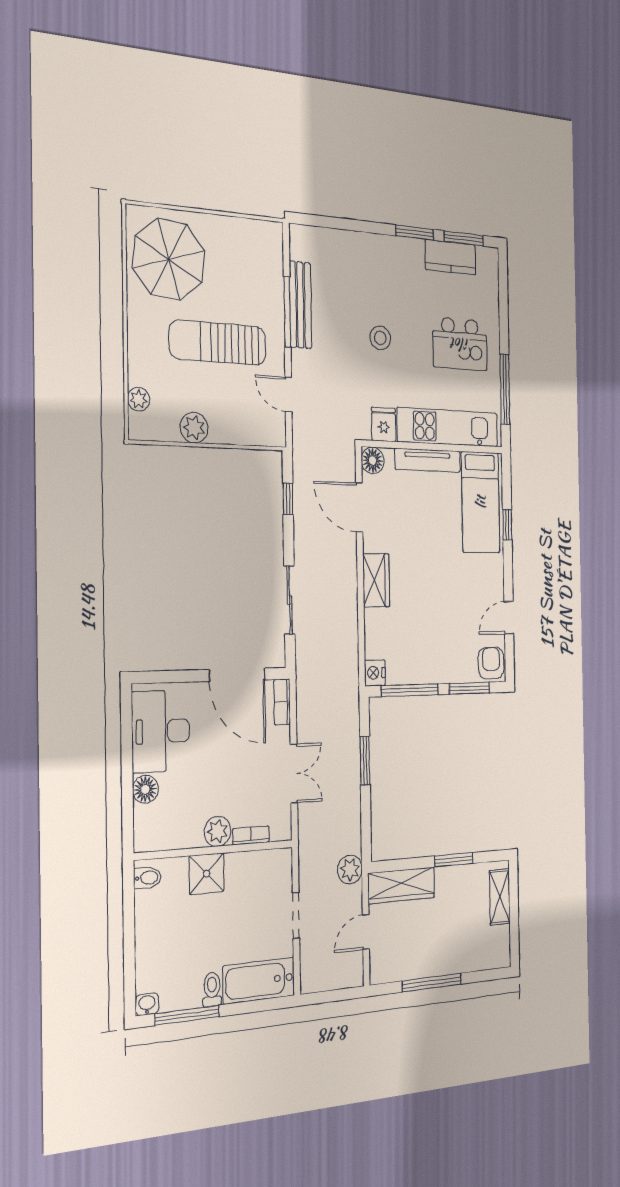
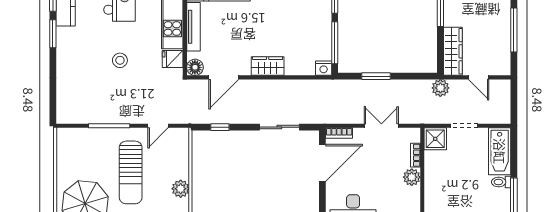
bench: (300, 305) -> (104, 117), removed
shower: (207, 874) -> (435, 139), moved

